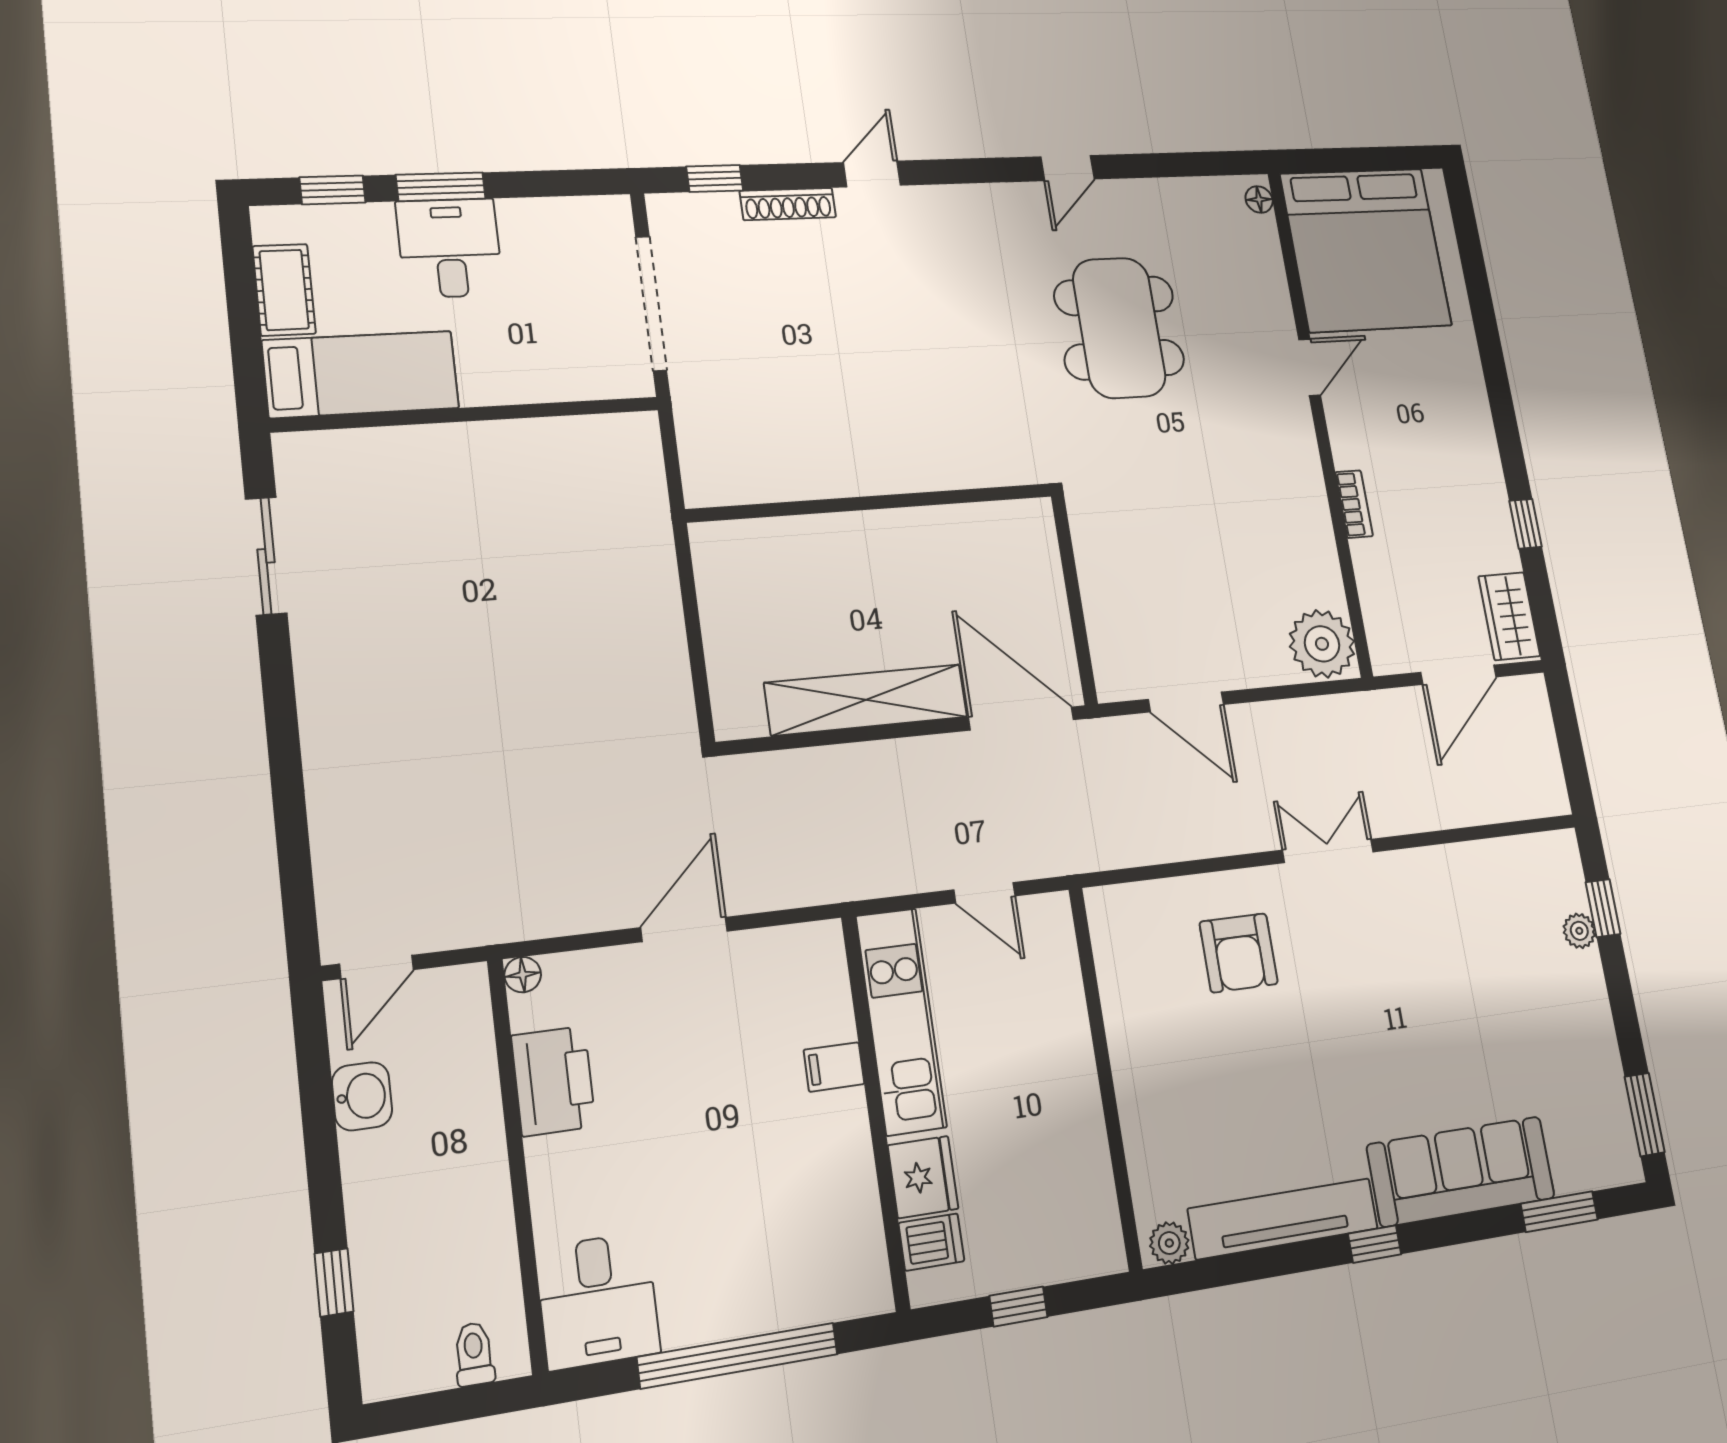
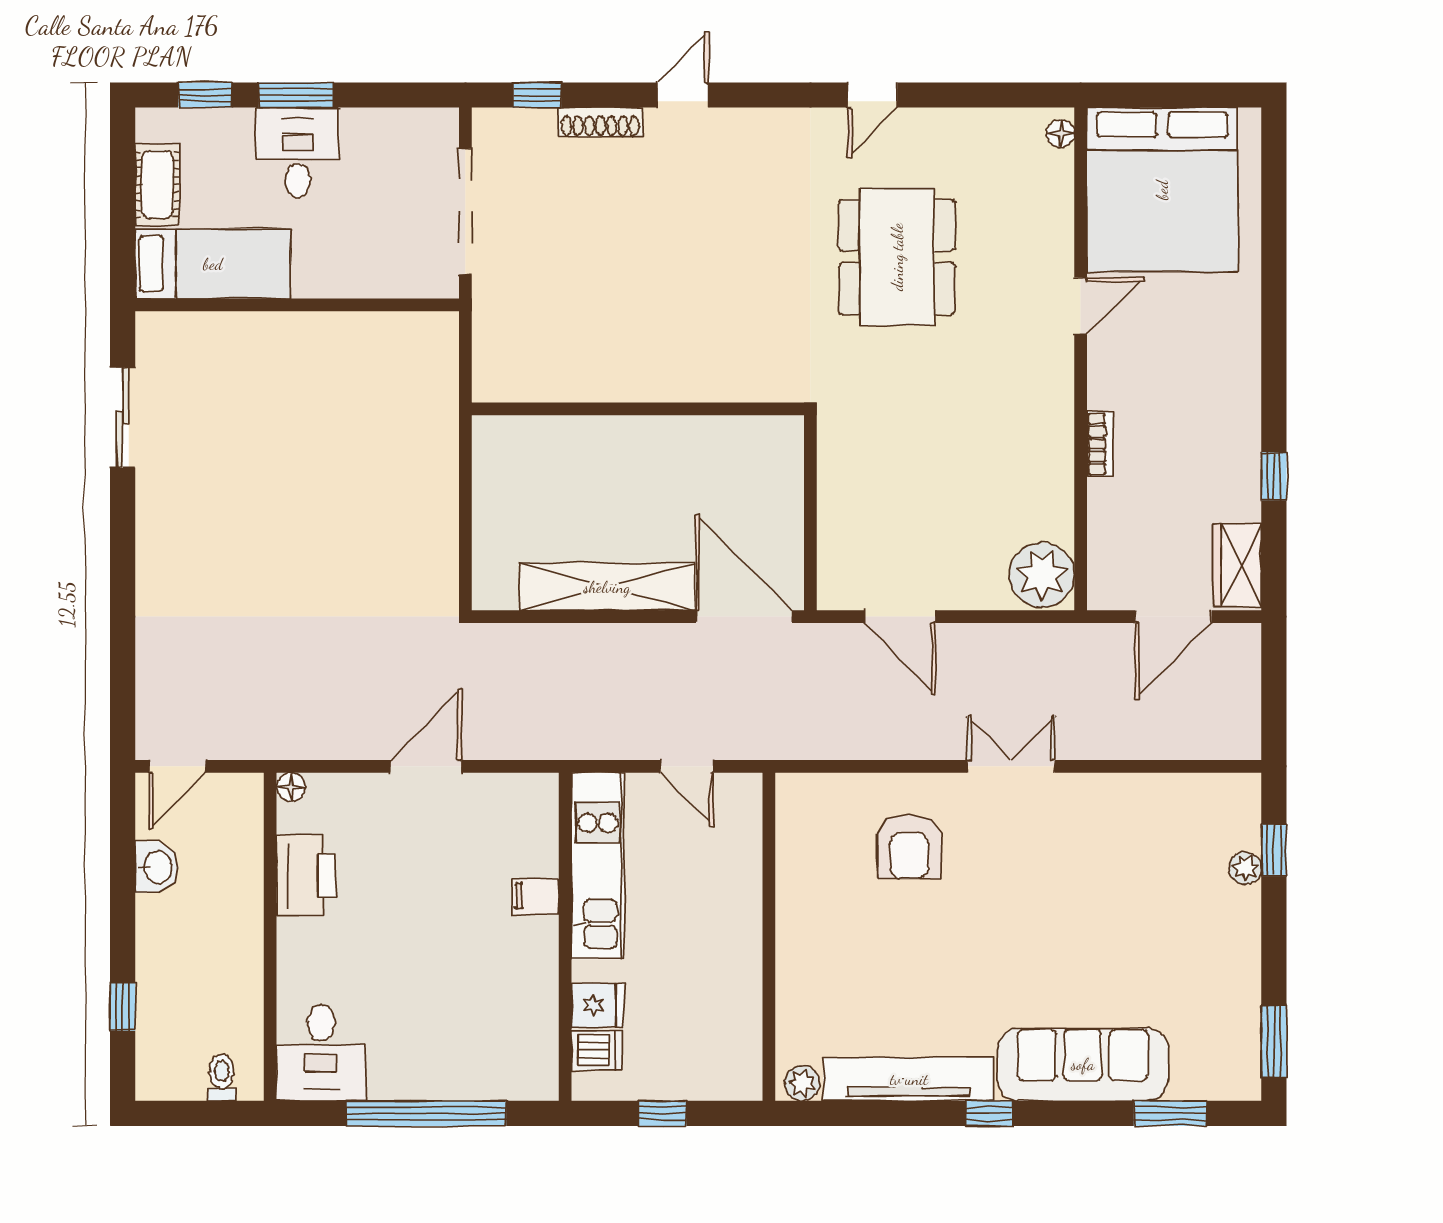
fridge: (923, 1177) -> (598, 1005), width x0.72

